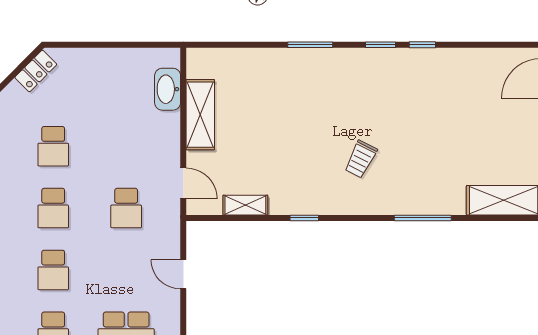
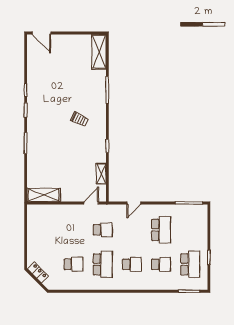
washbasin: (168, 89) -> (47, 210), removed
shelving: (200, 115) -> (44, 195), moved
school desk: (53, 208) -> (103, 264), width x1.85

